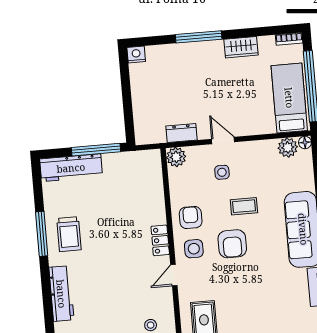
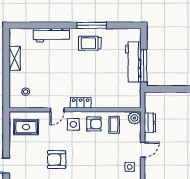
workbench: (71, 168) -> (133, 62), moved
side table: (222, 172) -> (130, 167), moved
coffee table: (244, 206) -> (114, 125), moved
armchair: (232, 244) -> (57, 160), moved
door: (174, 275) -> (57, 110), swing flipped

